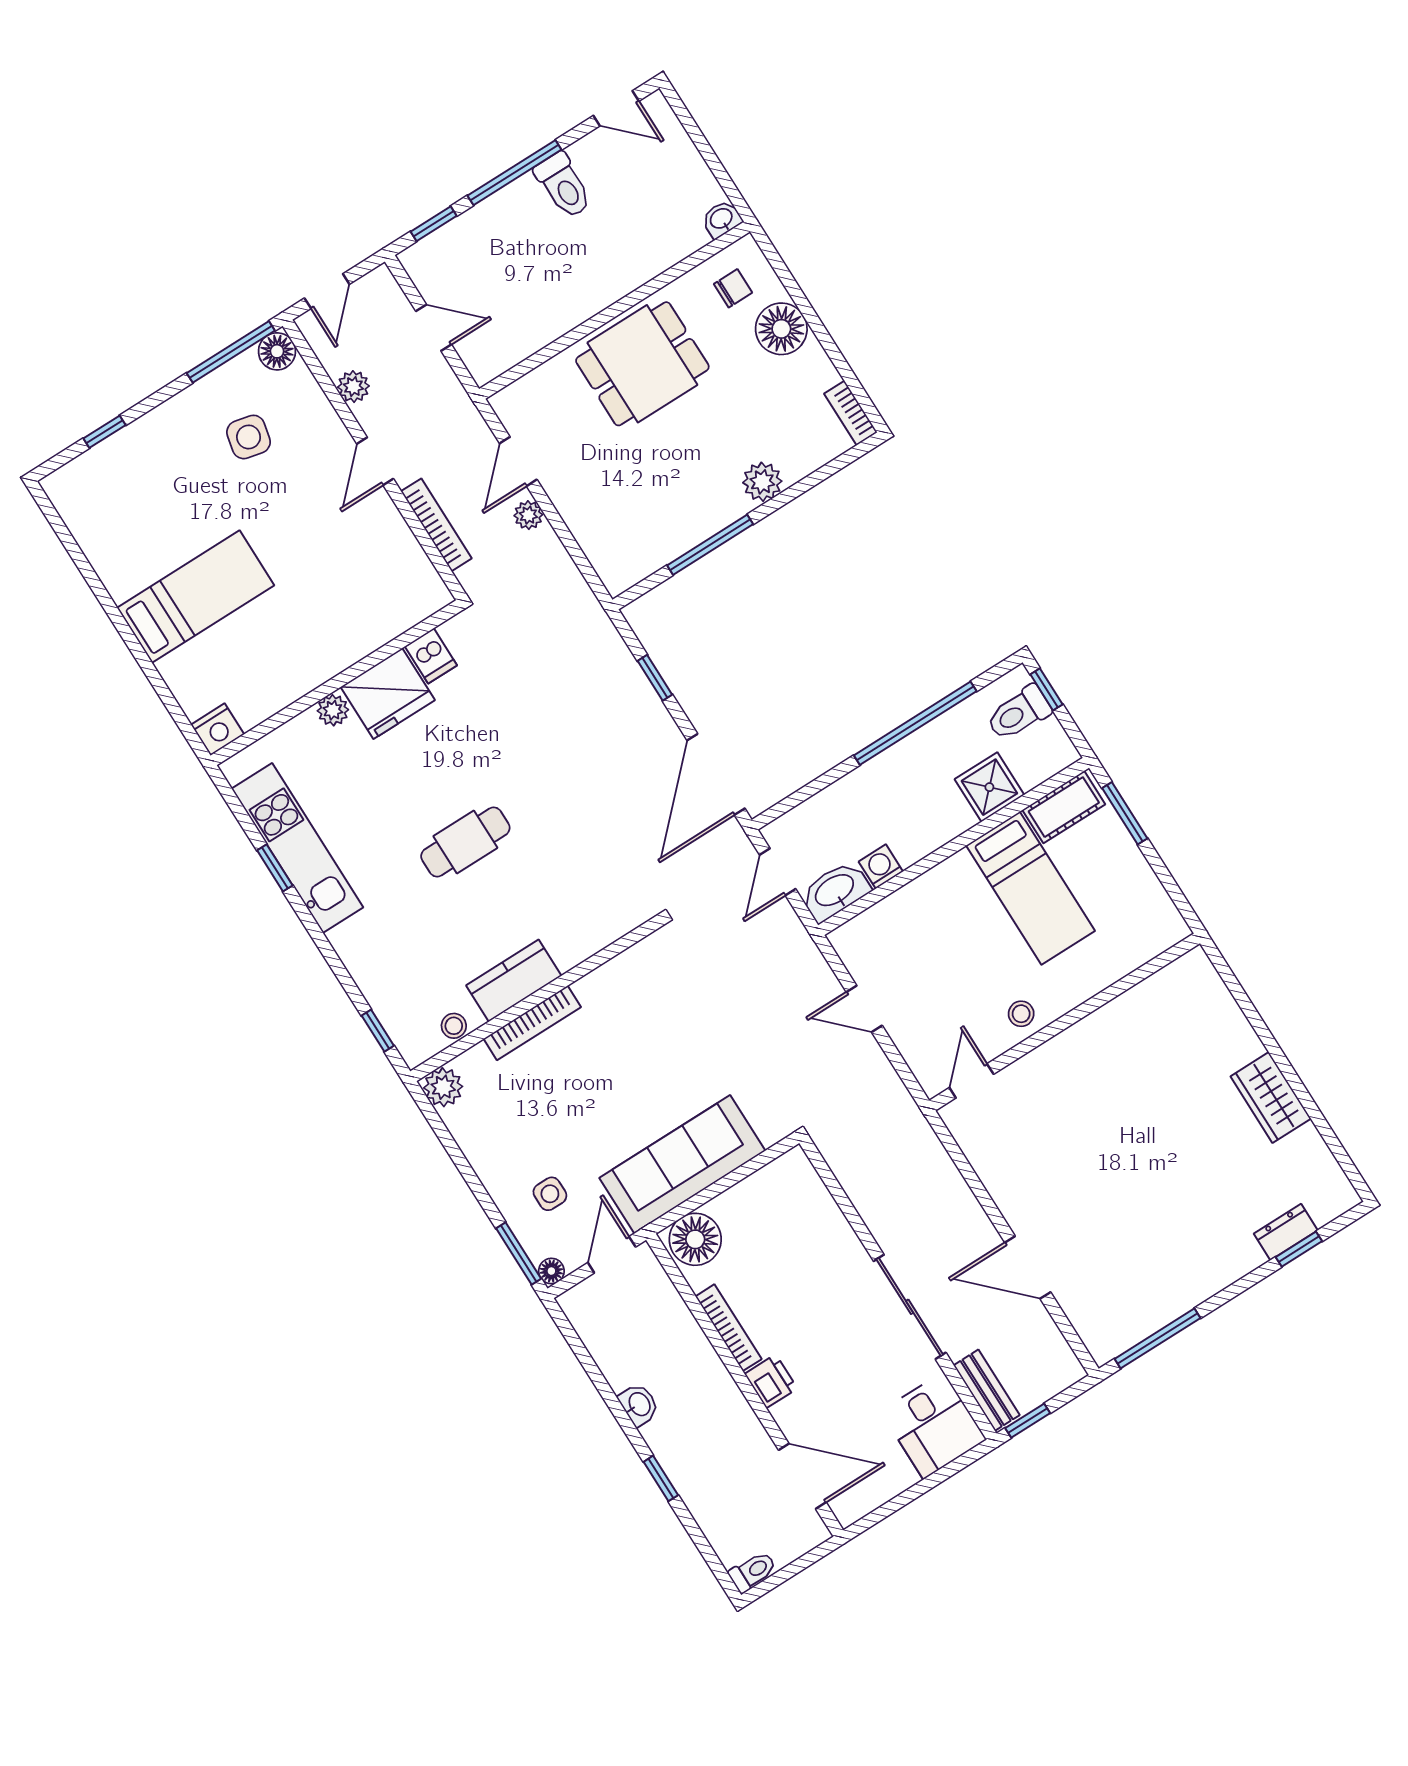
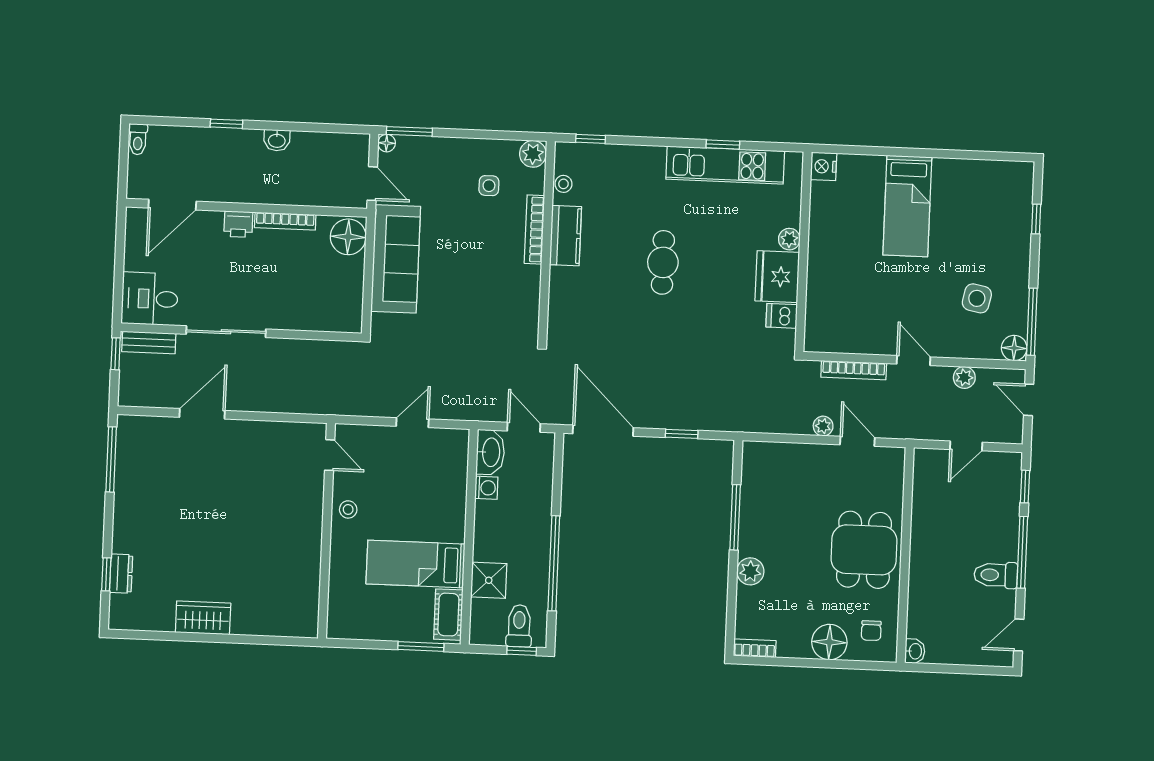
side table: (550, 1194) -> (489, 186), moved

